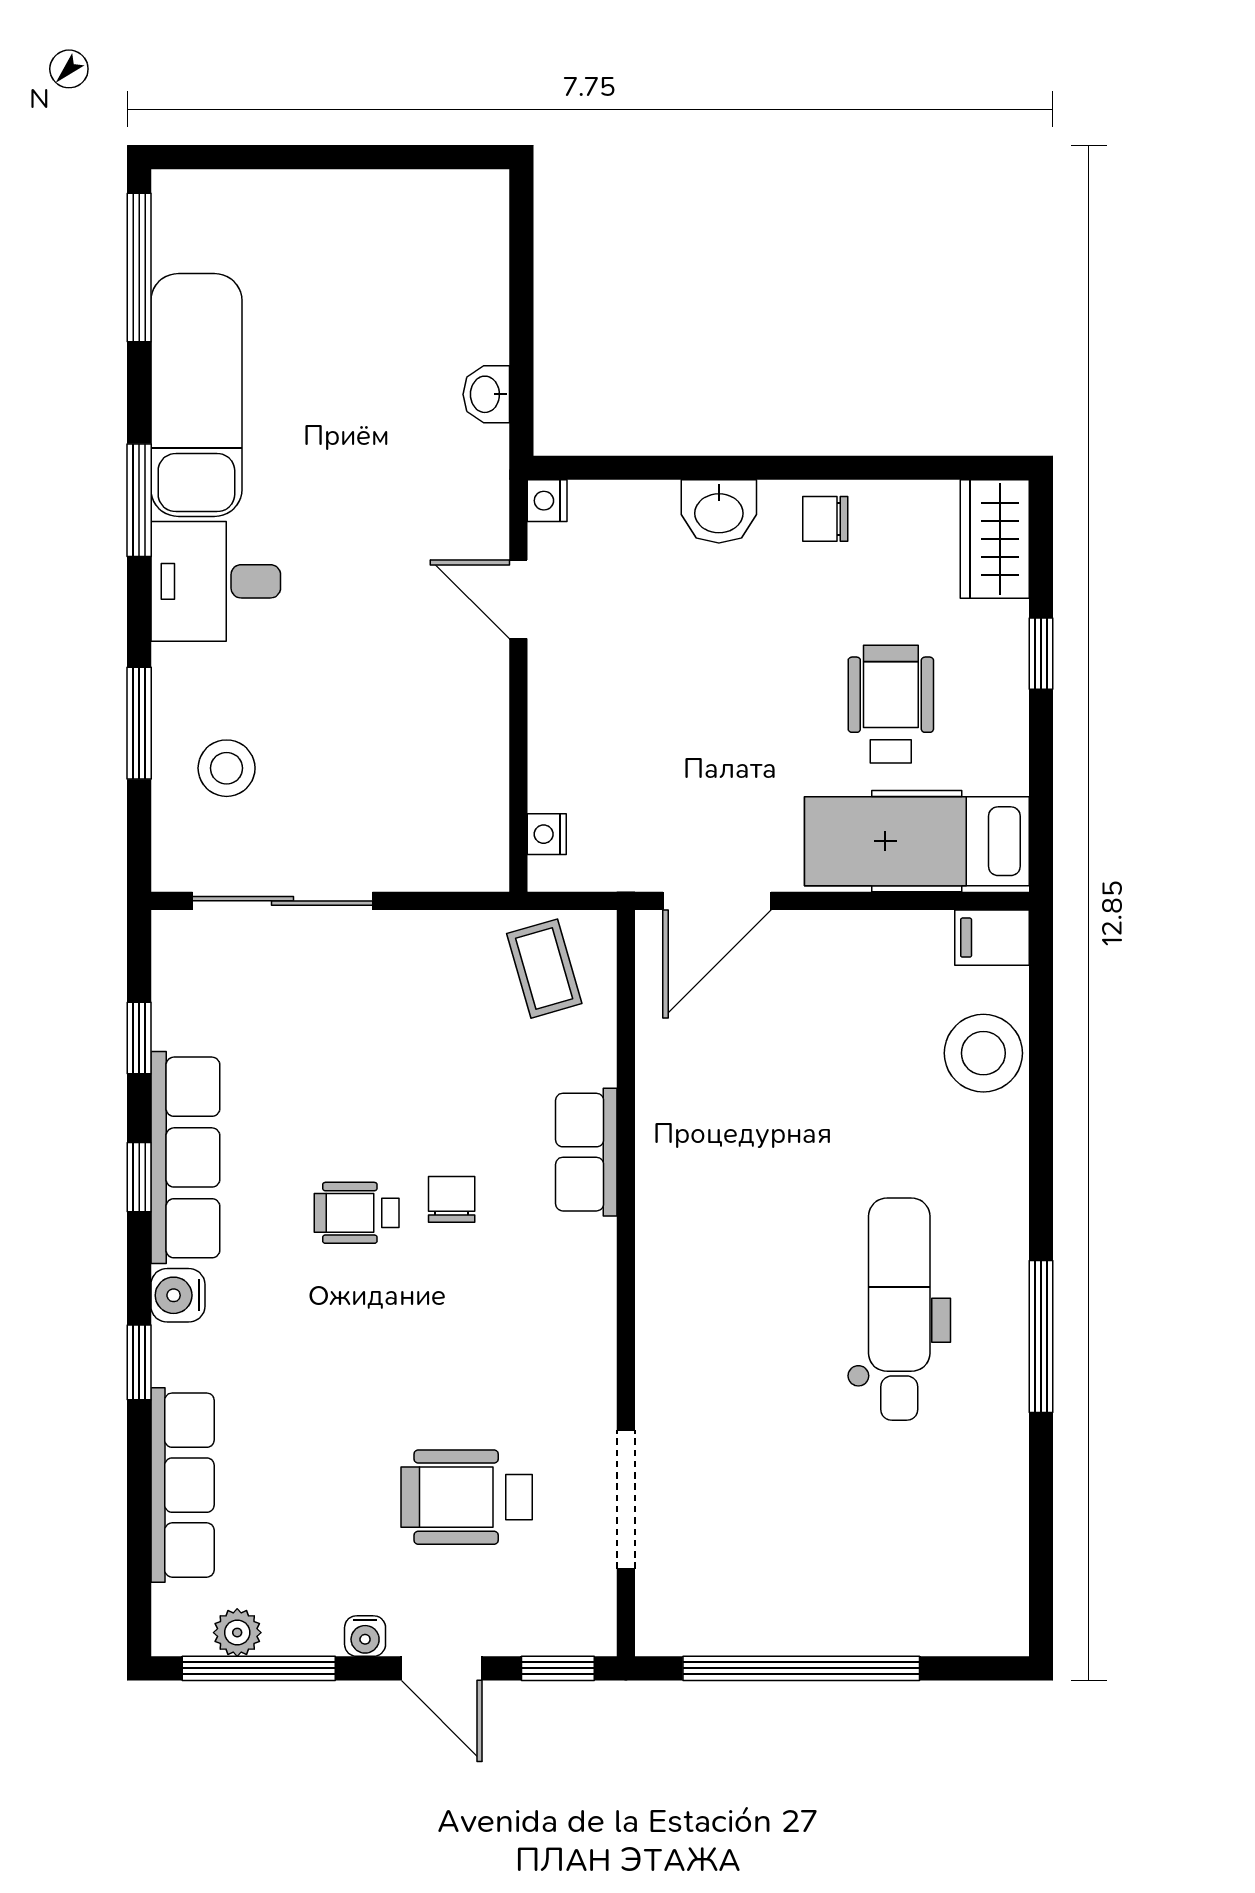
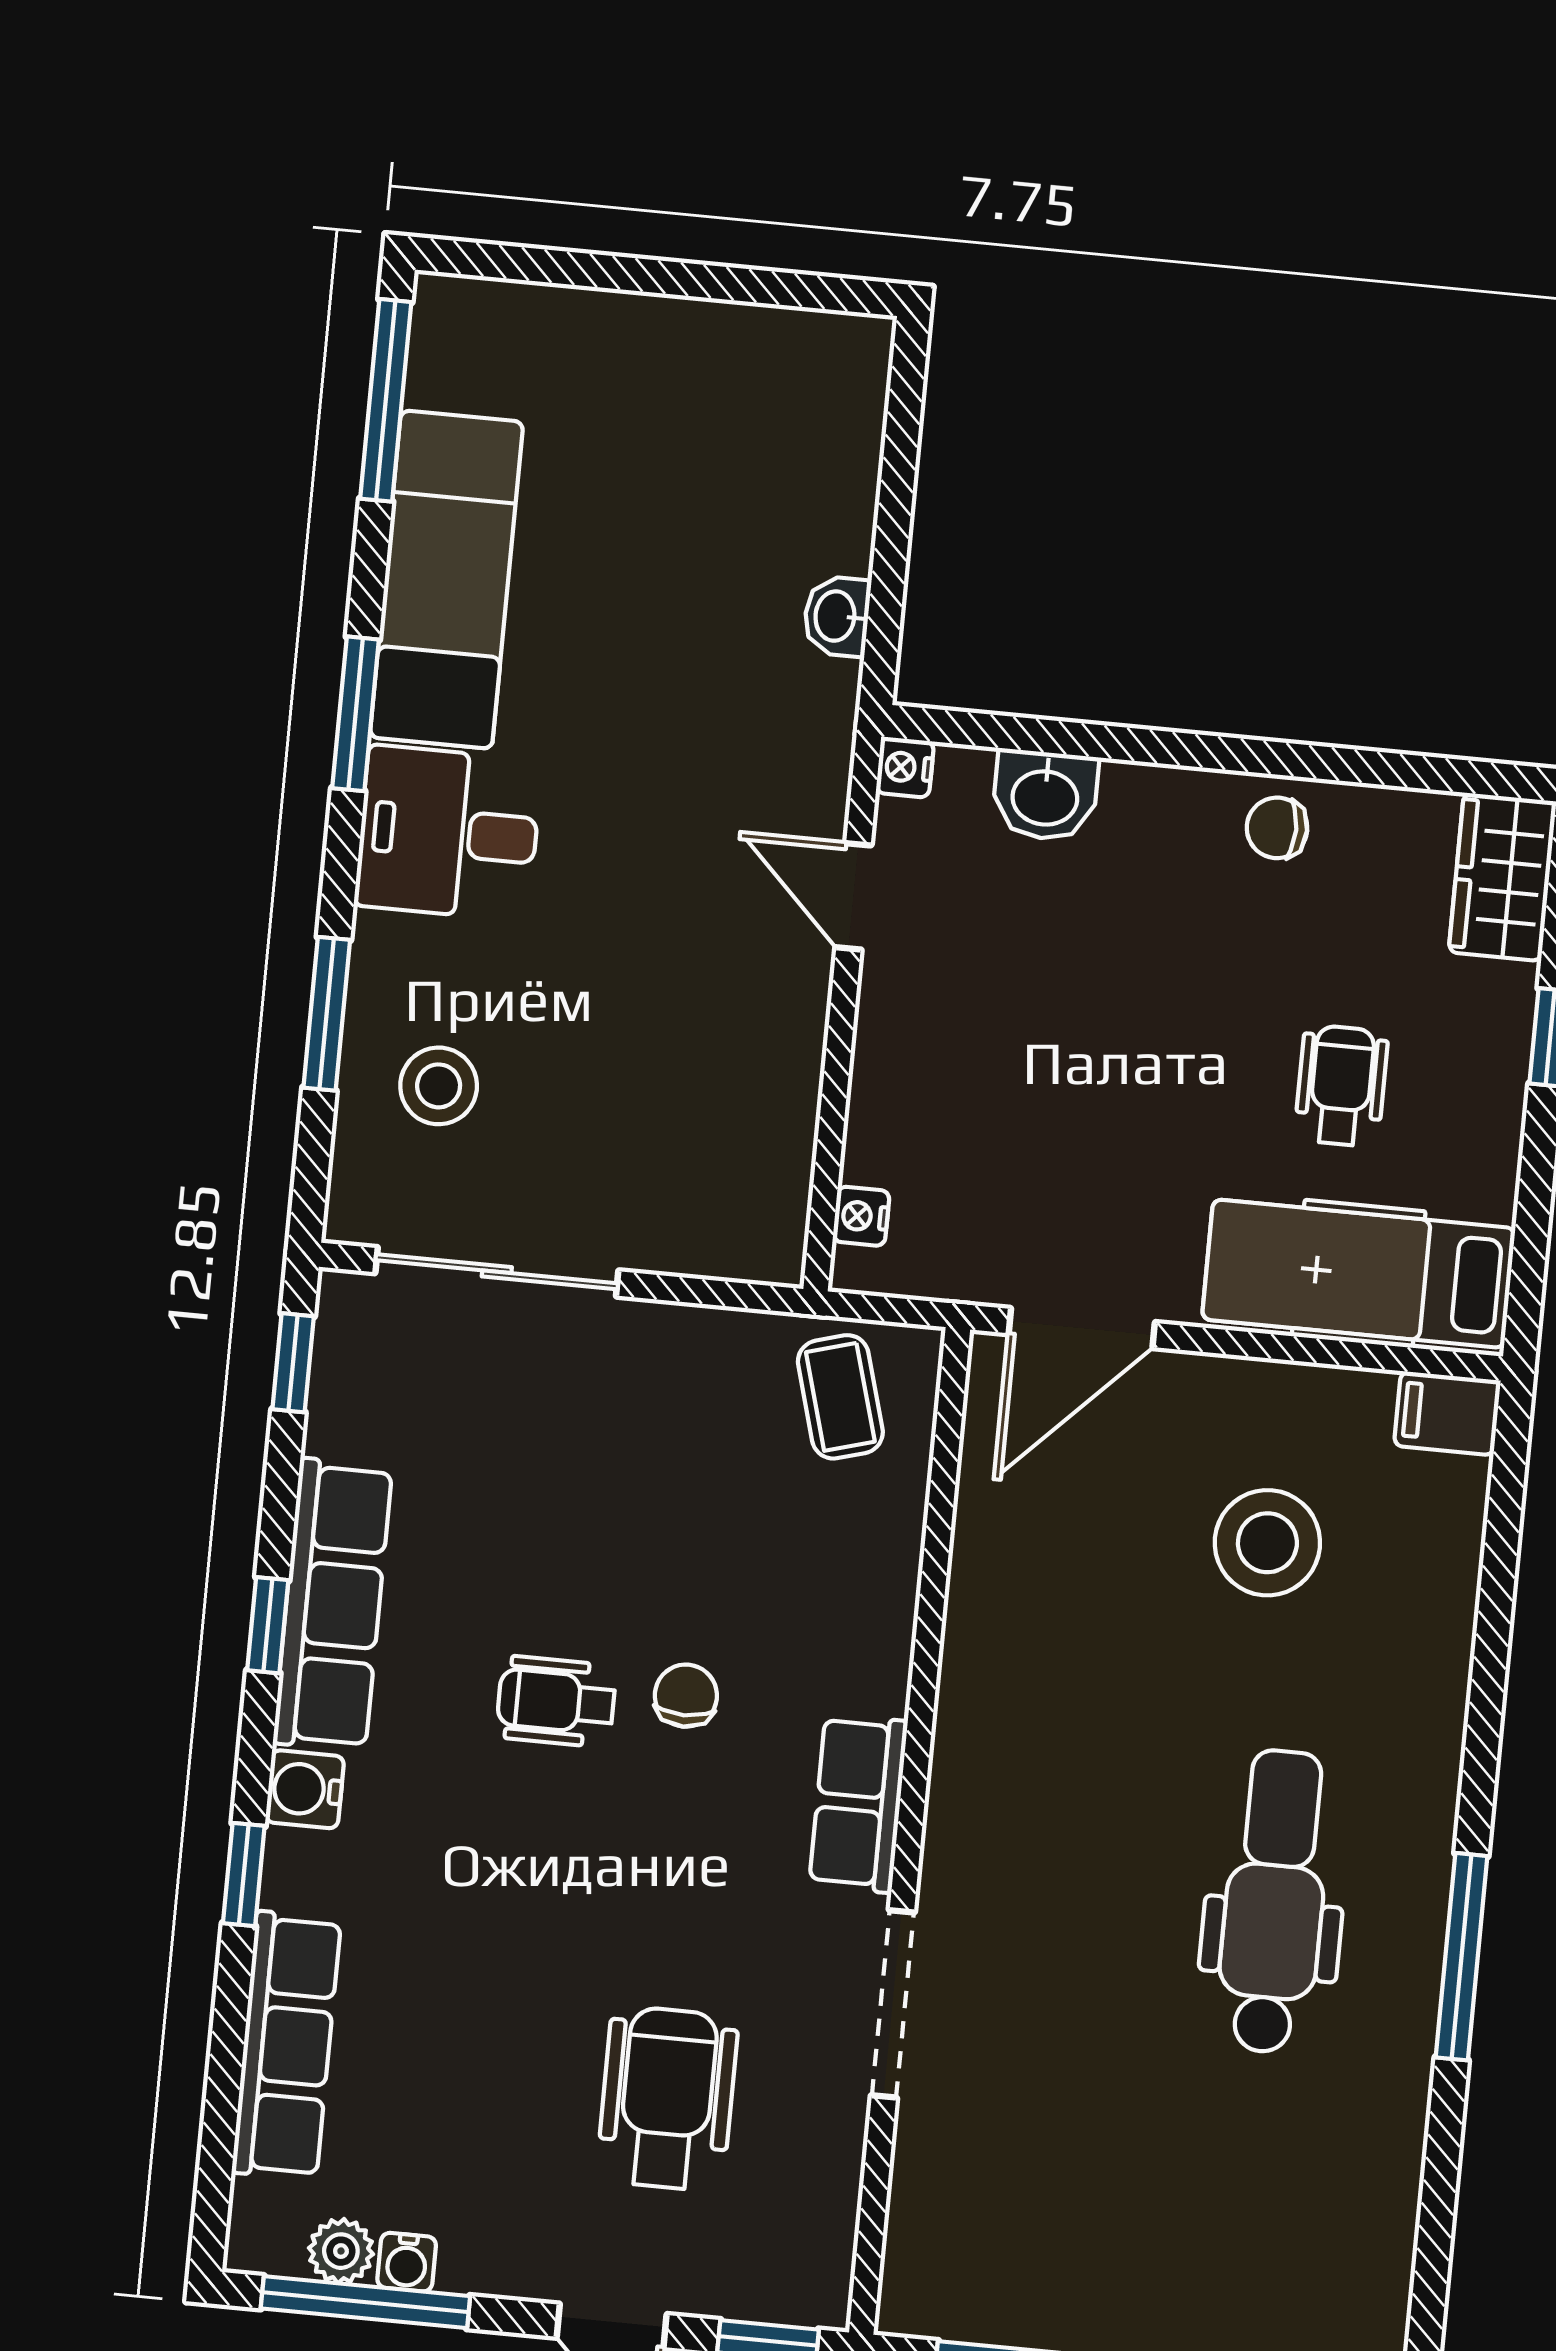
washbasin: (719, 511) -> (1045, 795), moved
wheelchair: (891, 704) -> (1341, 1086), width x0.73, depth x0.73
window: (139, 1038) -> (293, 1363), moved
stool: (983, 1053) -> (1267, 1543), moved
row of seats: (586, 1152) -> (858, 1803), moved
wheelchair: (467, 1497) -> (667, 2098), turned 90
doorway: (626, 1499) -> (893, 2004), moved
water cooler: (365, 1636) -> (407, 2262), moved

